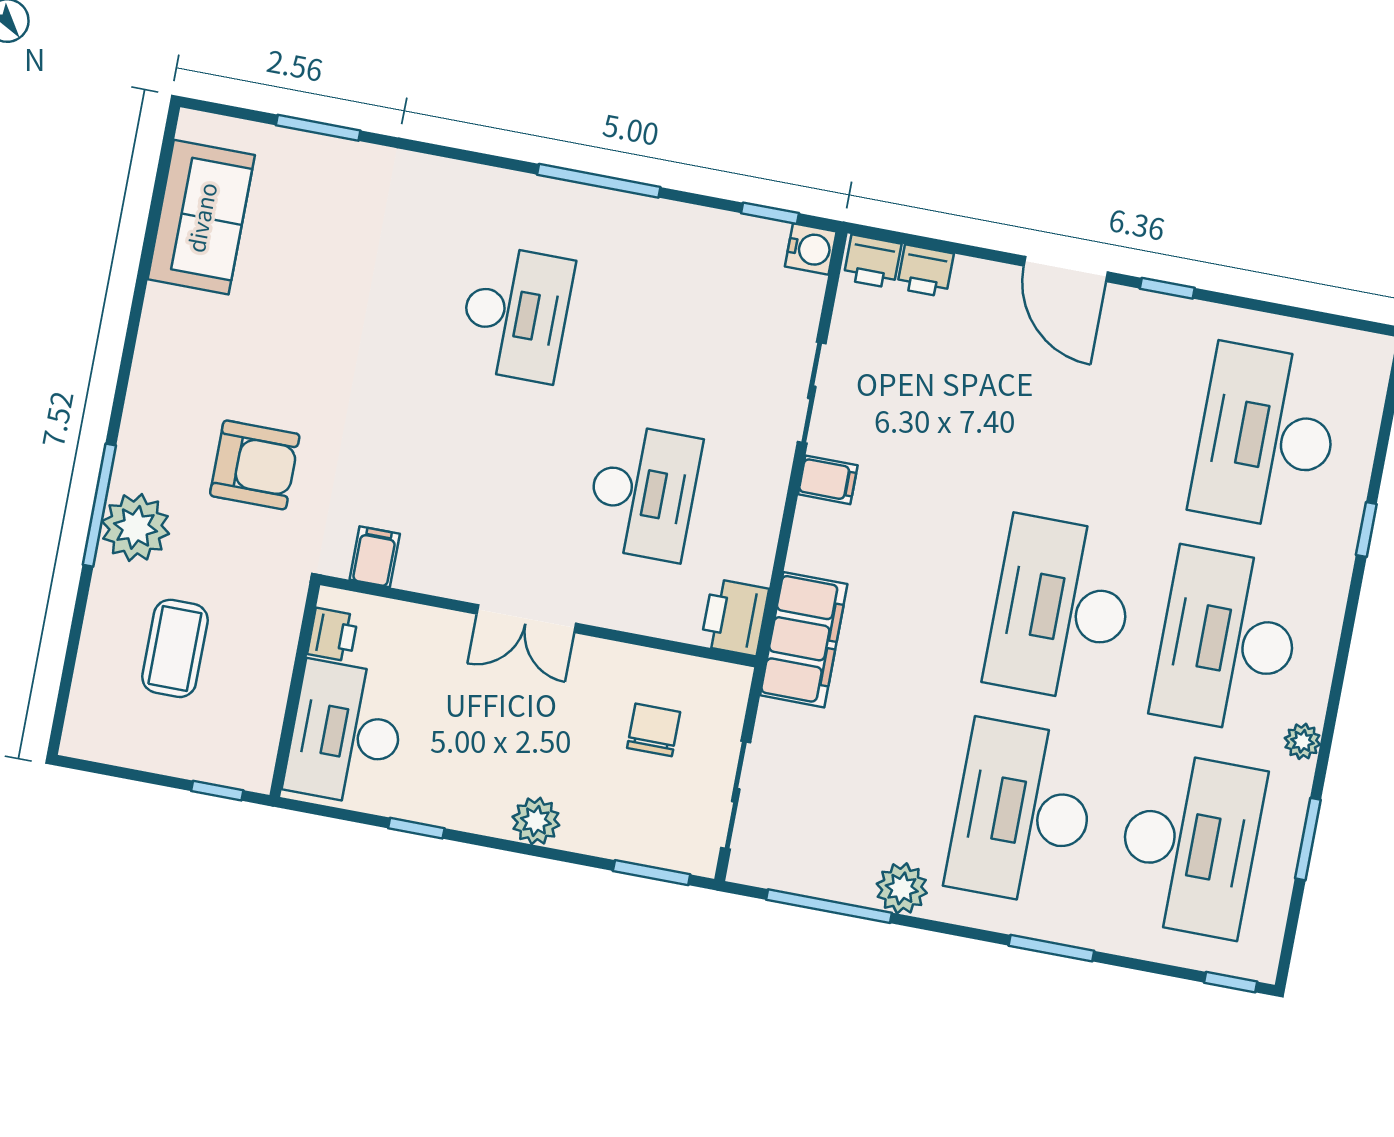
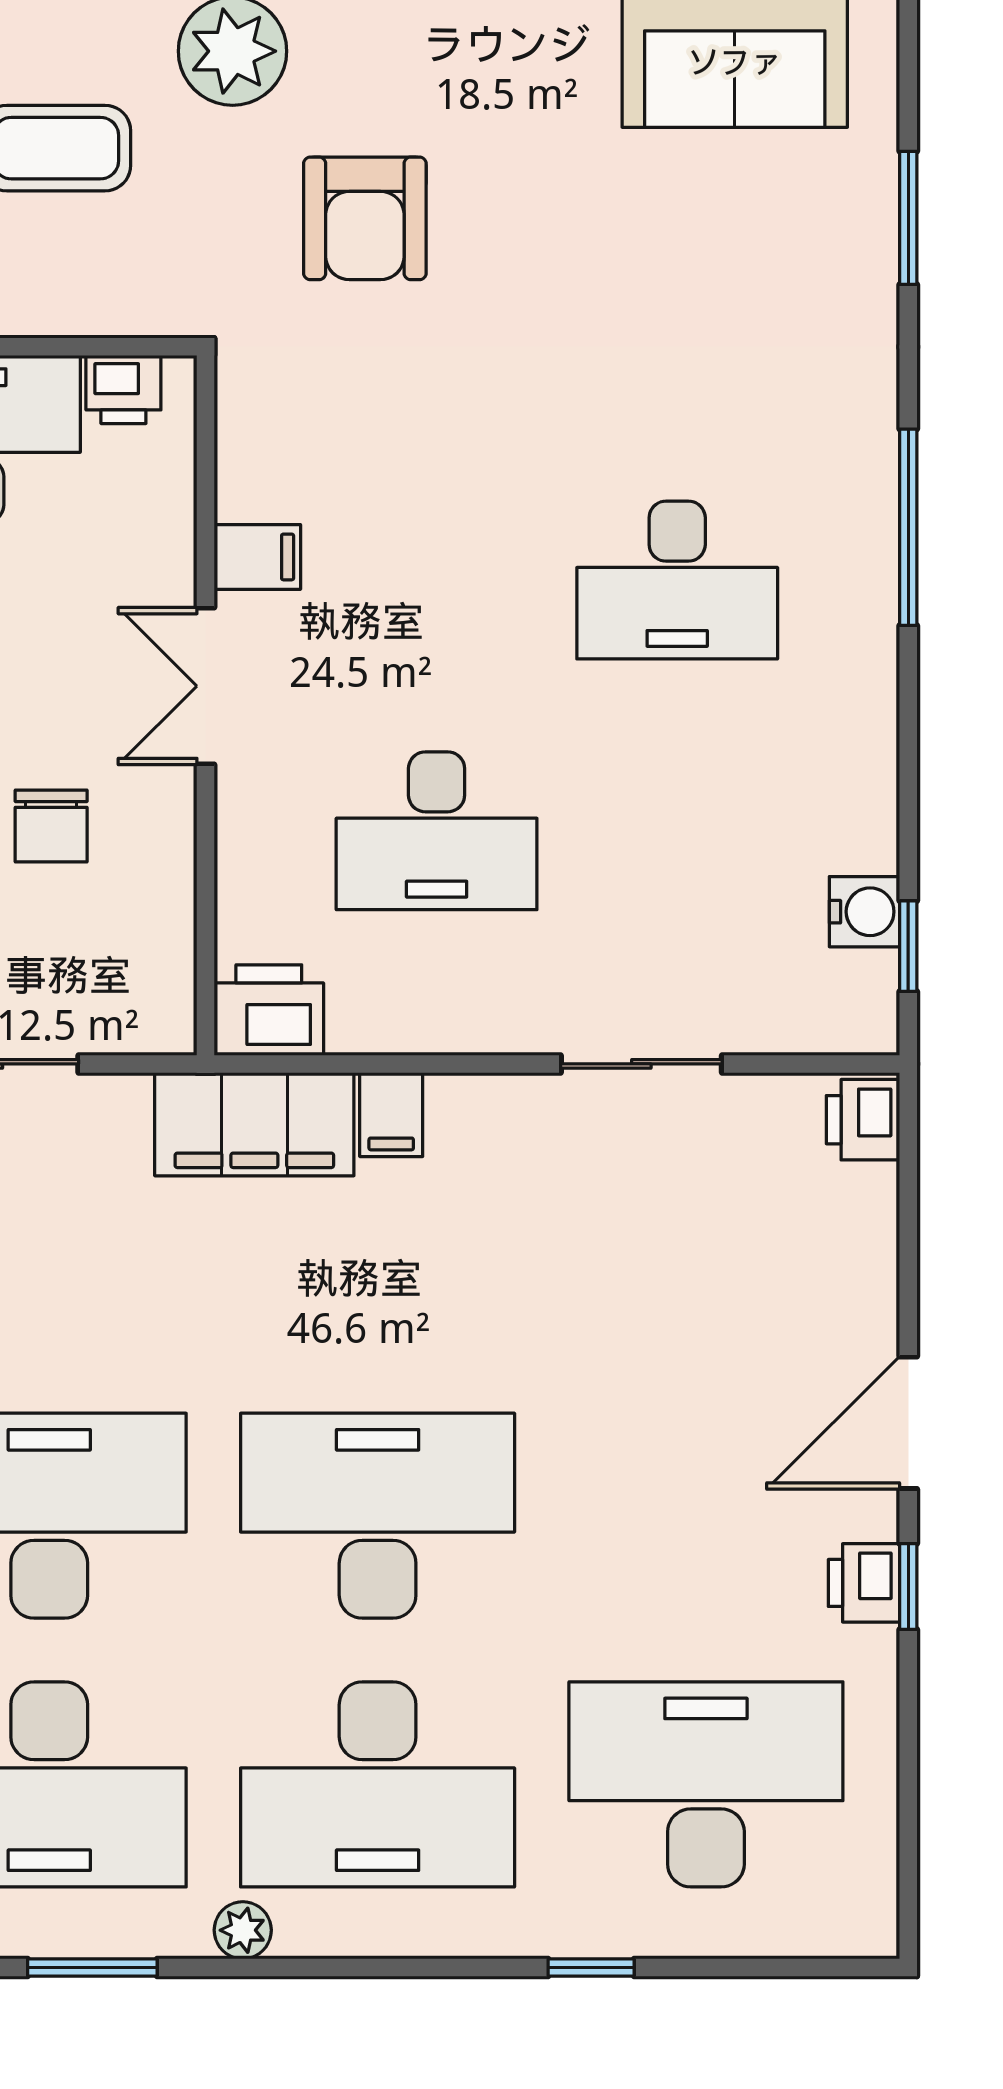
window: (599, 181) -> (908, 527), moved
water cooler: (811, 249) -> (864, 912), moved, turned -90
printer: (925, 271) -> (864, 1583), moved
filing cabinet: (828, 480) -> (391, 1115), moved
filing cabinet: (375, 557) -> (257, 557), moved
desk: (1228, 641) -> (378, 1784), turned 180
chair: (654, 730) -> (51, 826), moved, turned 90

